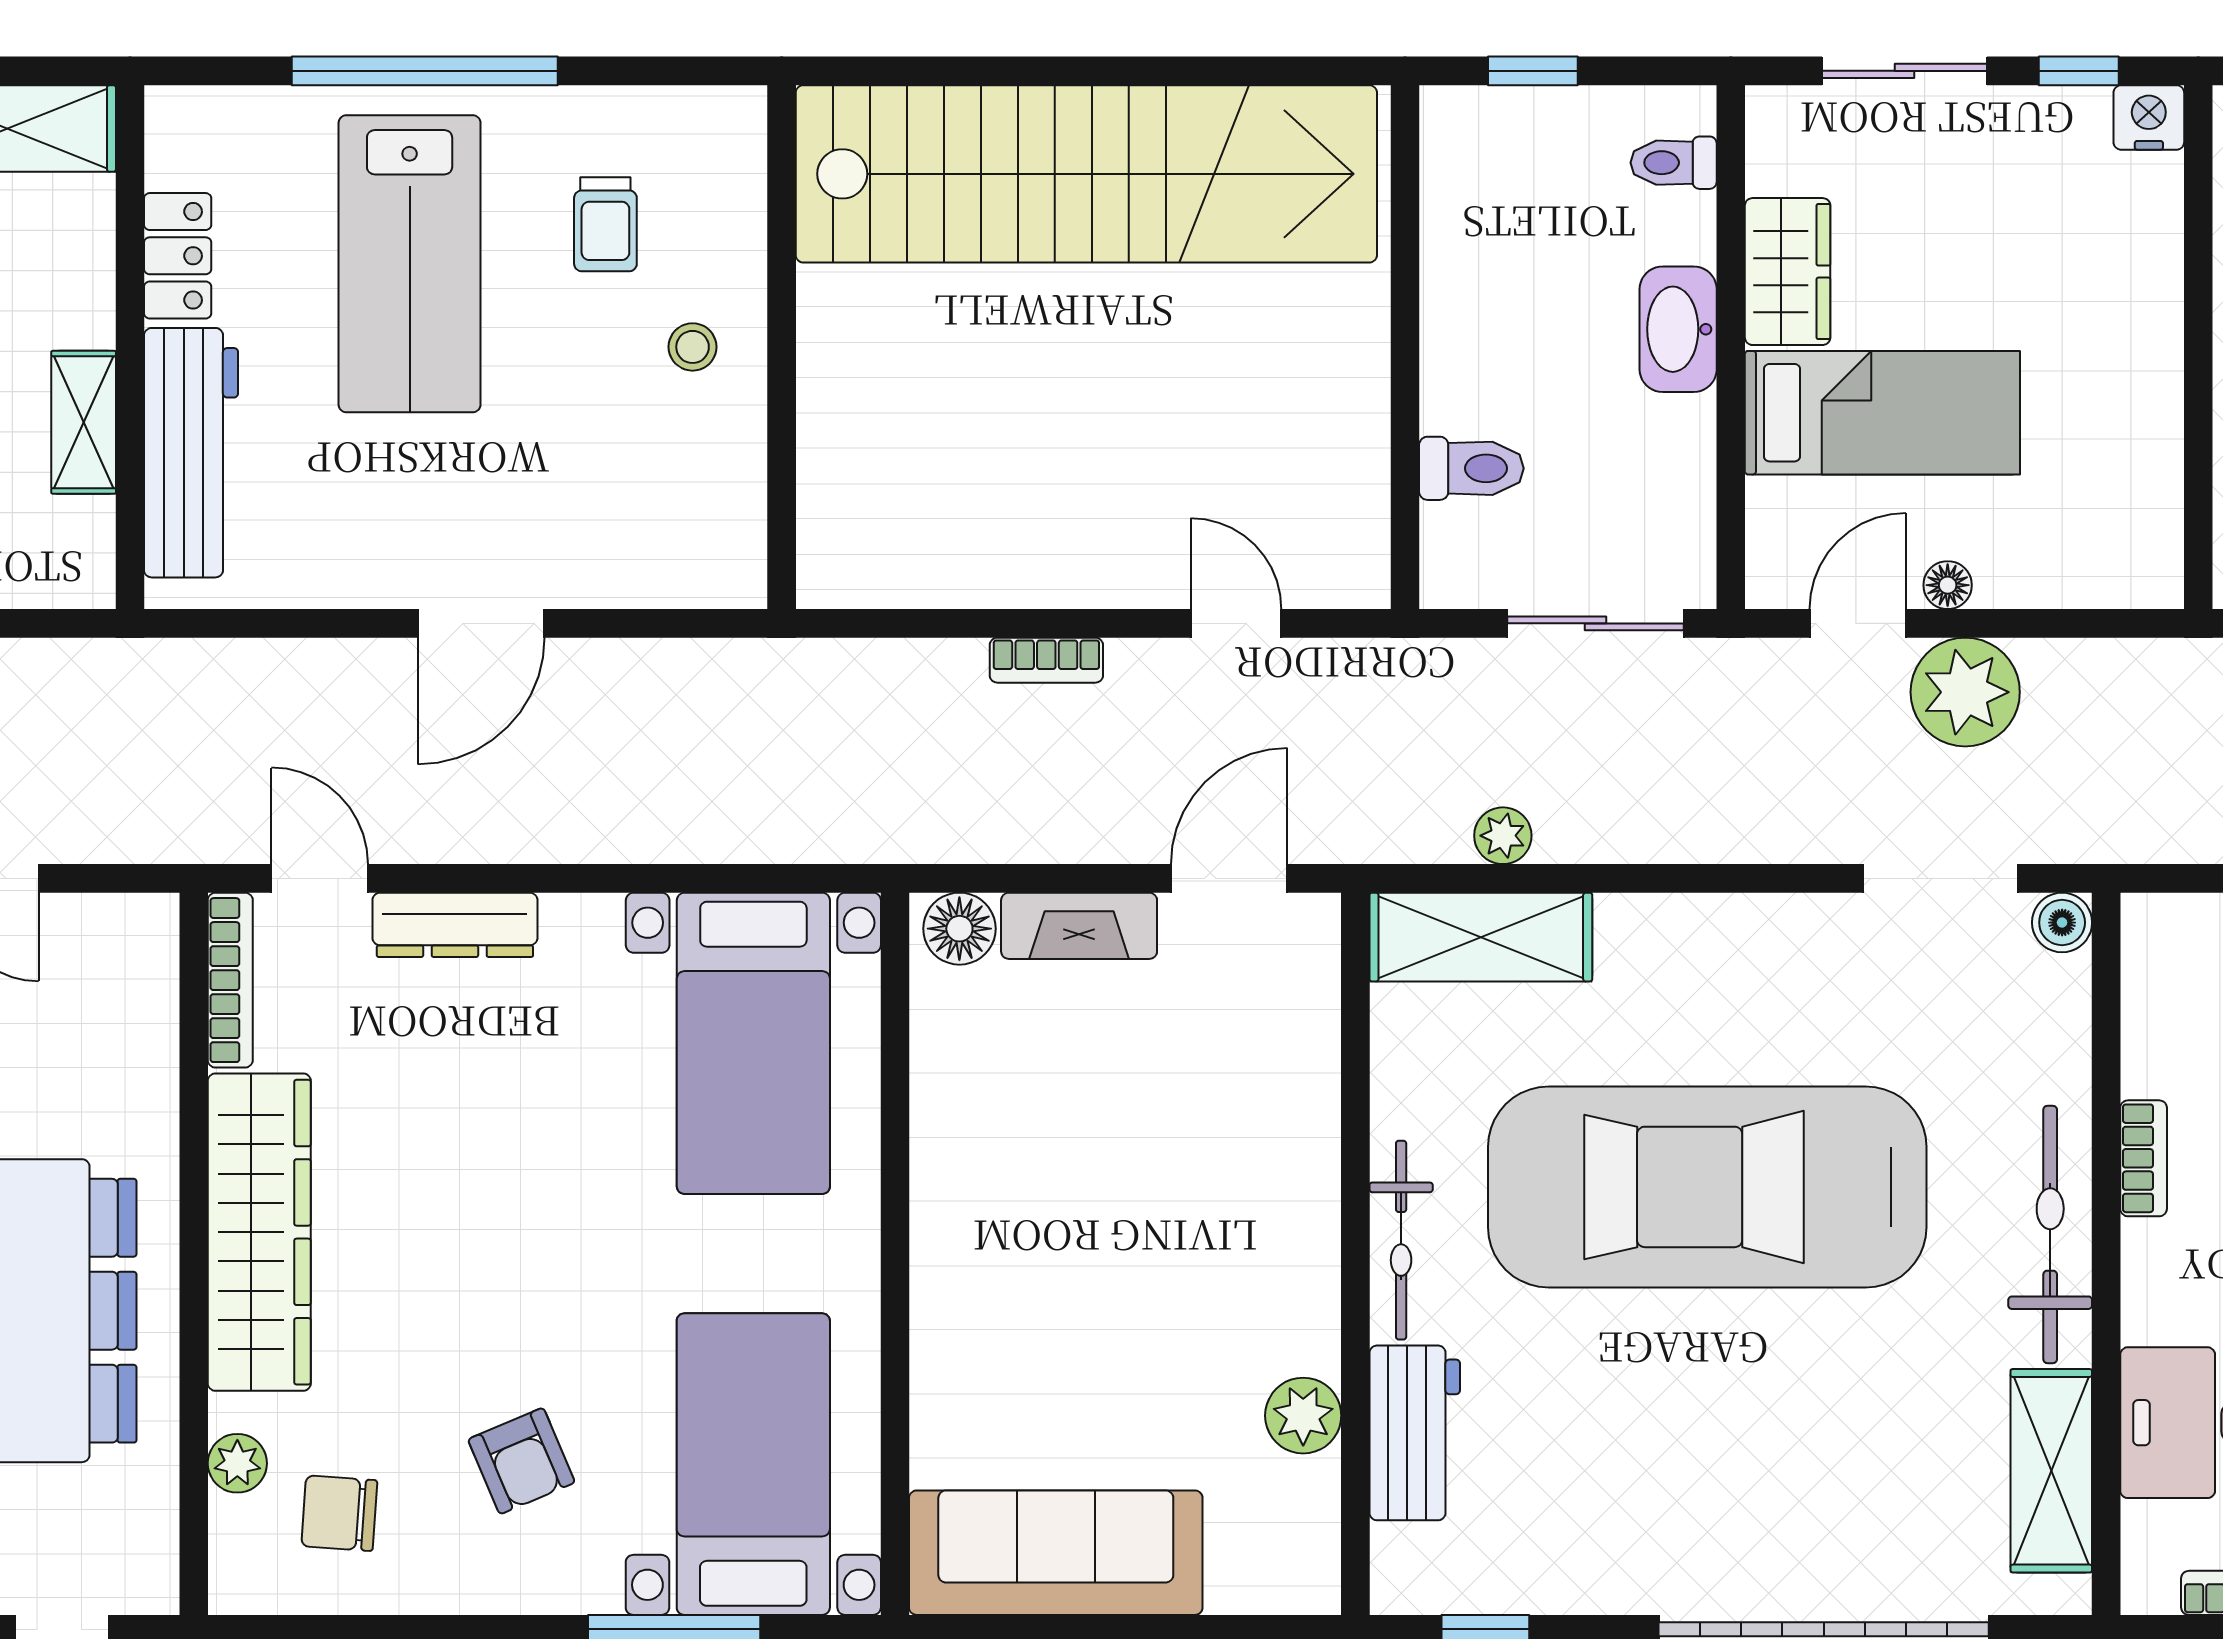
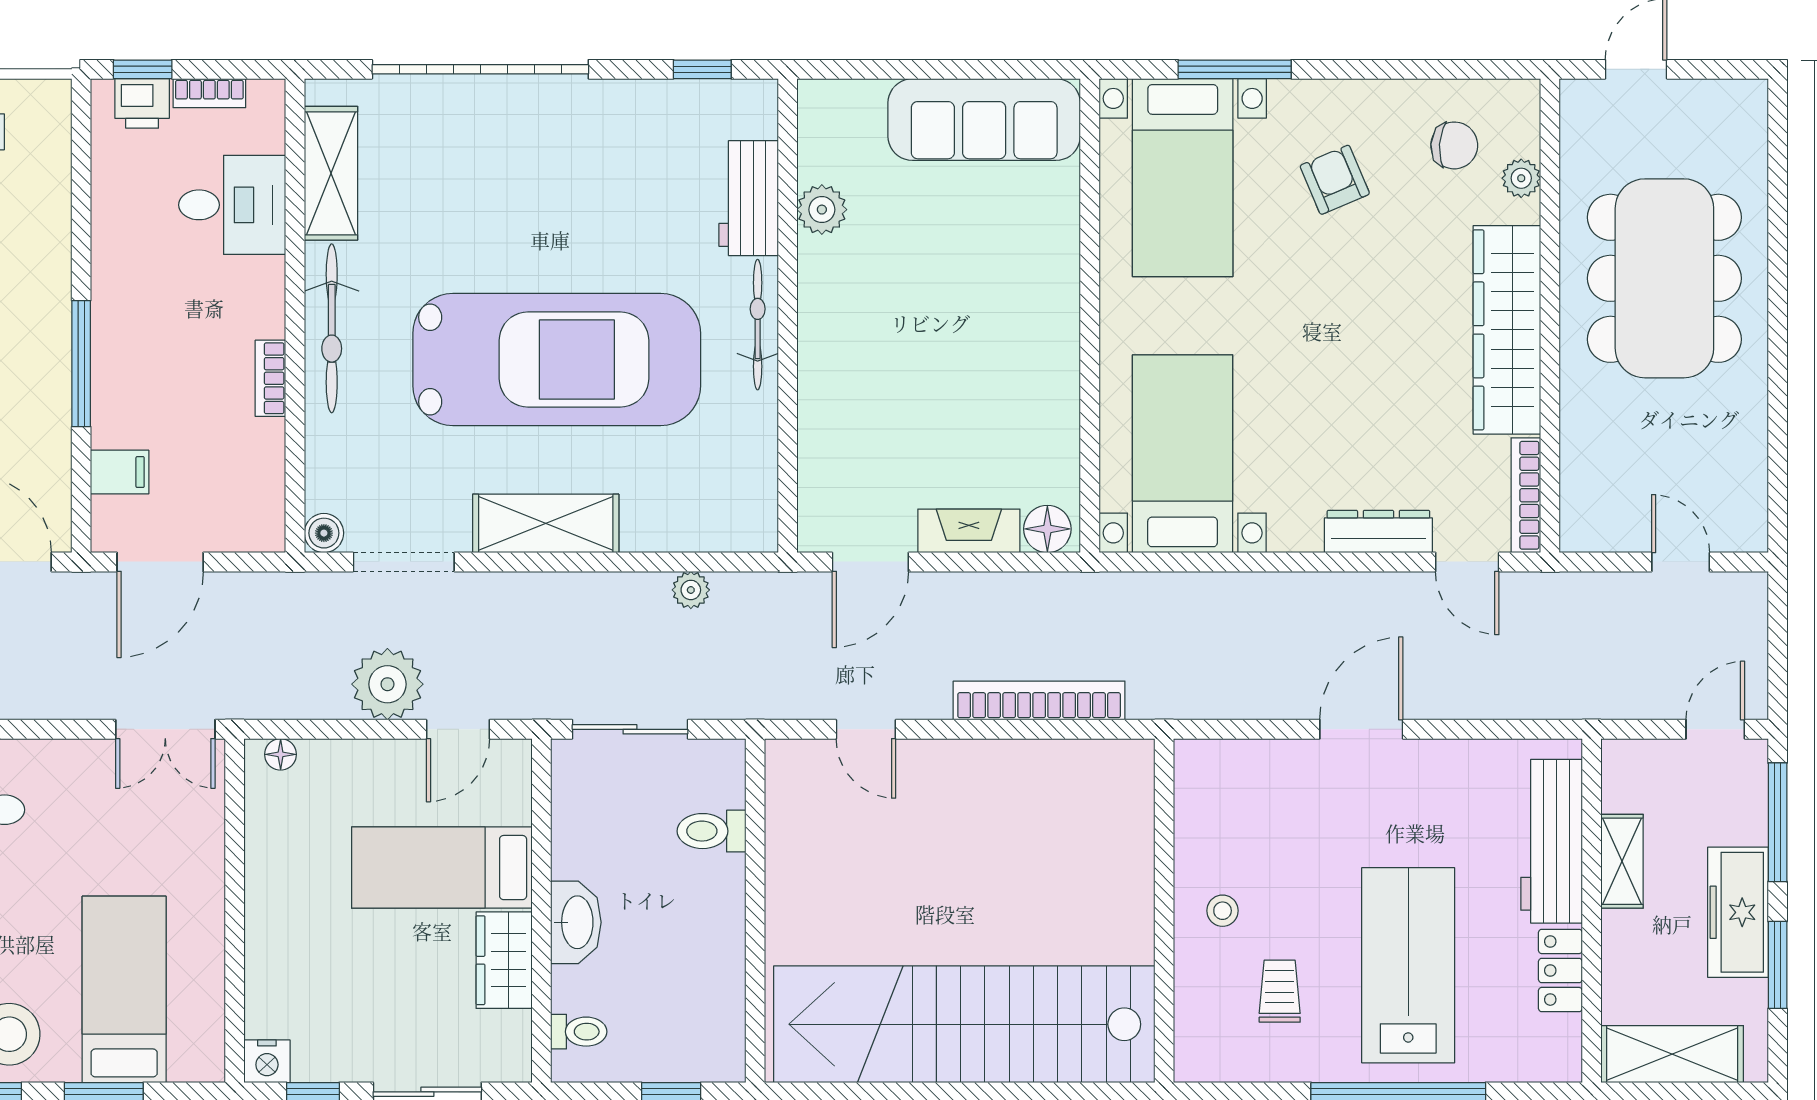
floor lamp: (1948, 585) -> (281, 754), moved
bookcase: (1046, 660) -> (1039, 701), width x2.31, depth x1.31
shelving: (1481, 937) -> (546, 523), moved

